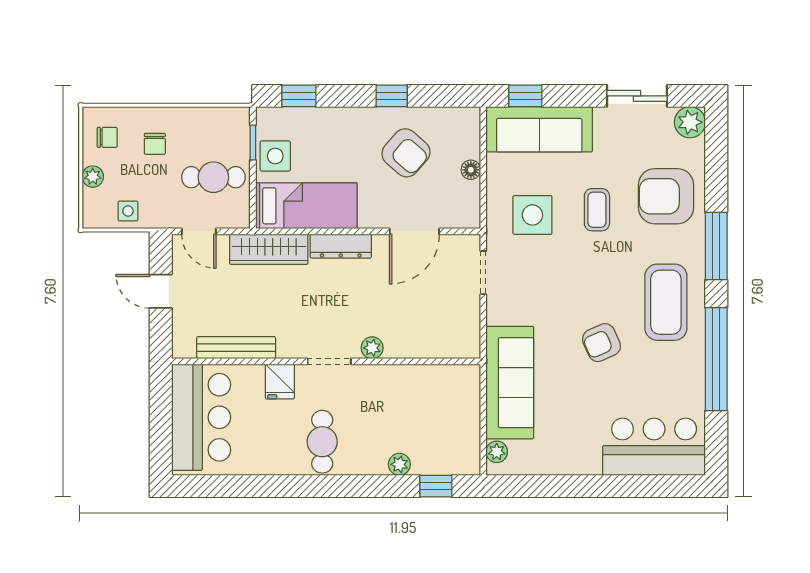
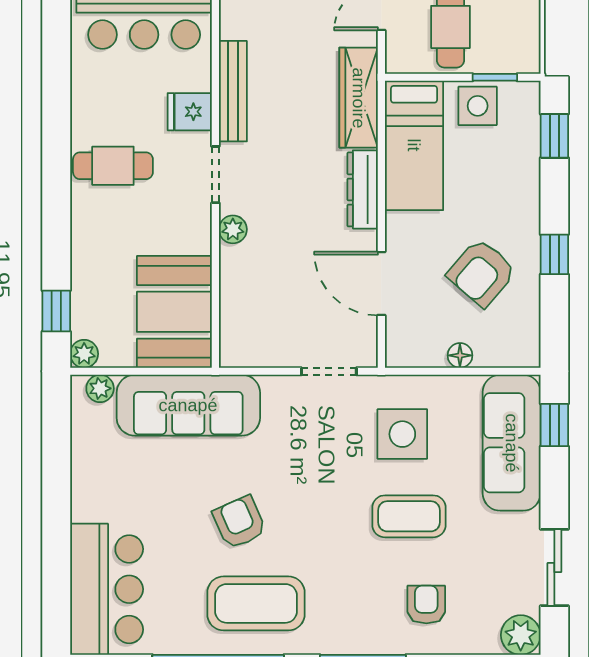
armchair: (666, 196) -> (426, 605), width x0.53, depth x0.53
coffee table: (597, 210) -> (409, 516), width x1.36, depth x1.30
coffee table: (666, 302) -> (256, 603), moved
bench: (236, 348) -> (233, 91), moved
booth: (437, 394) -> (174, 312), added
plant: (399, 464) -> (84, 354), moved

